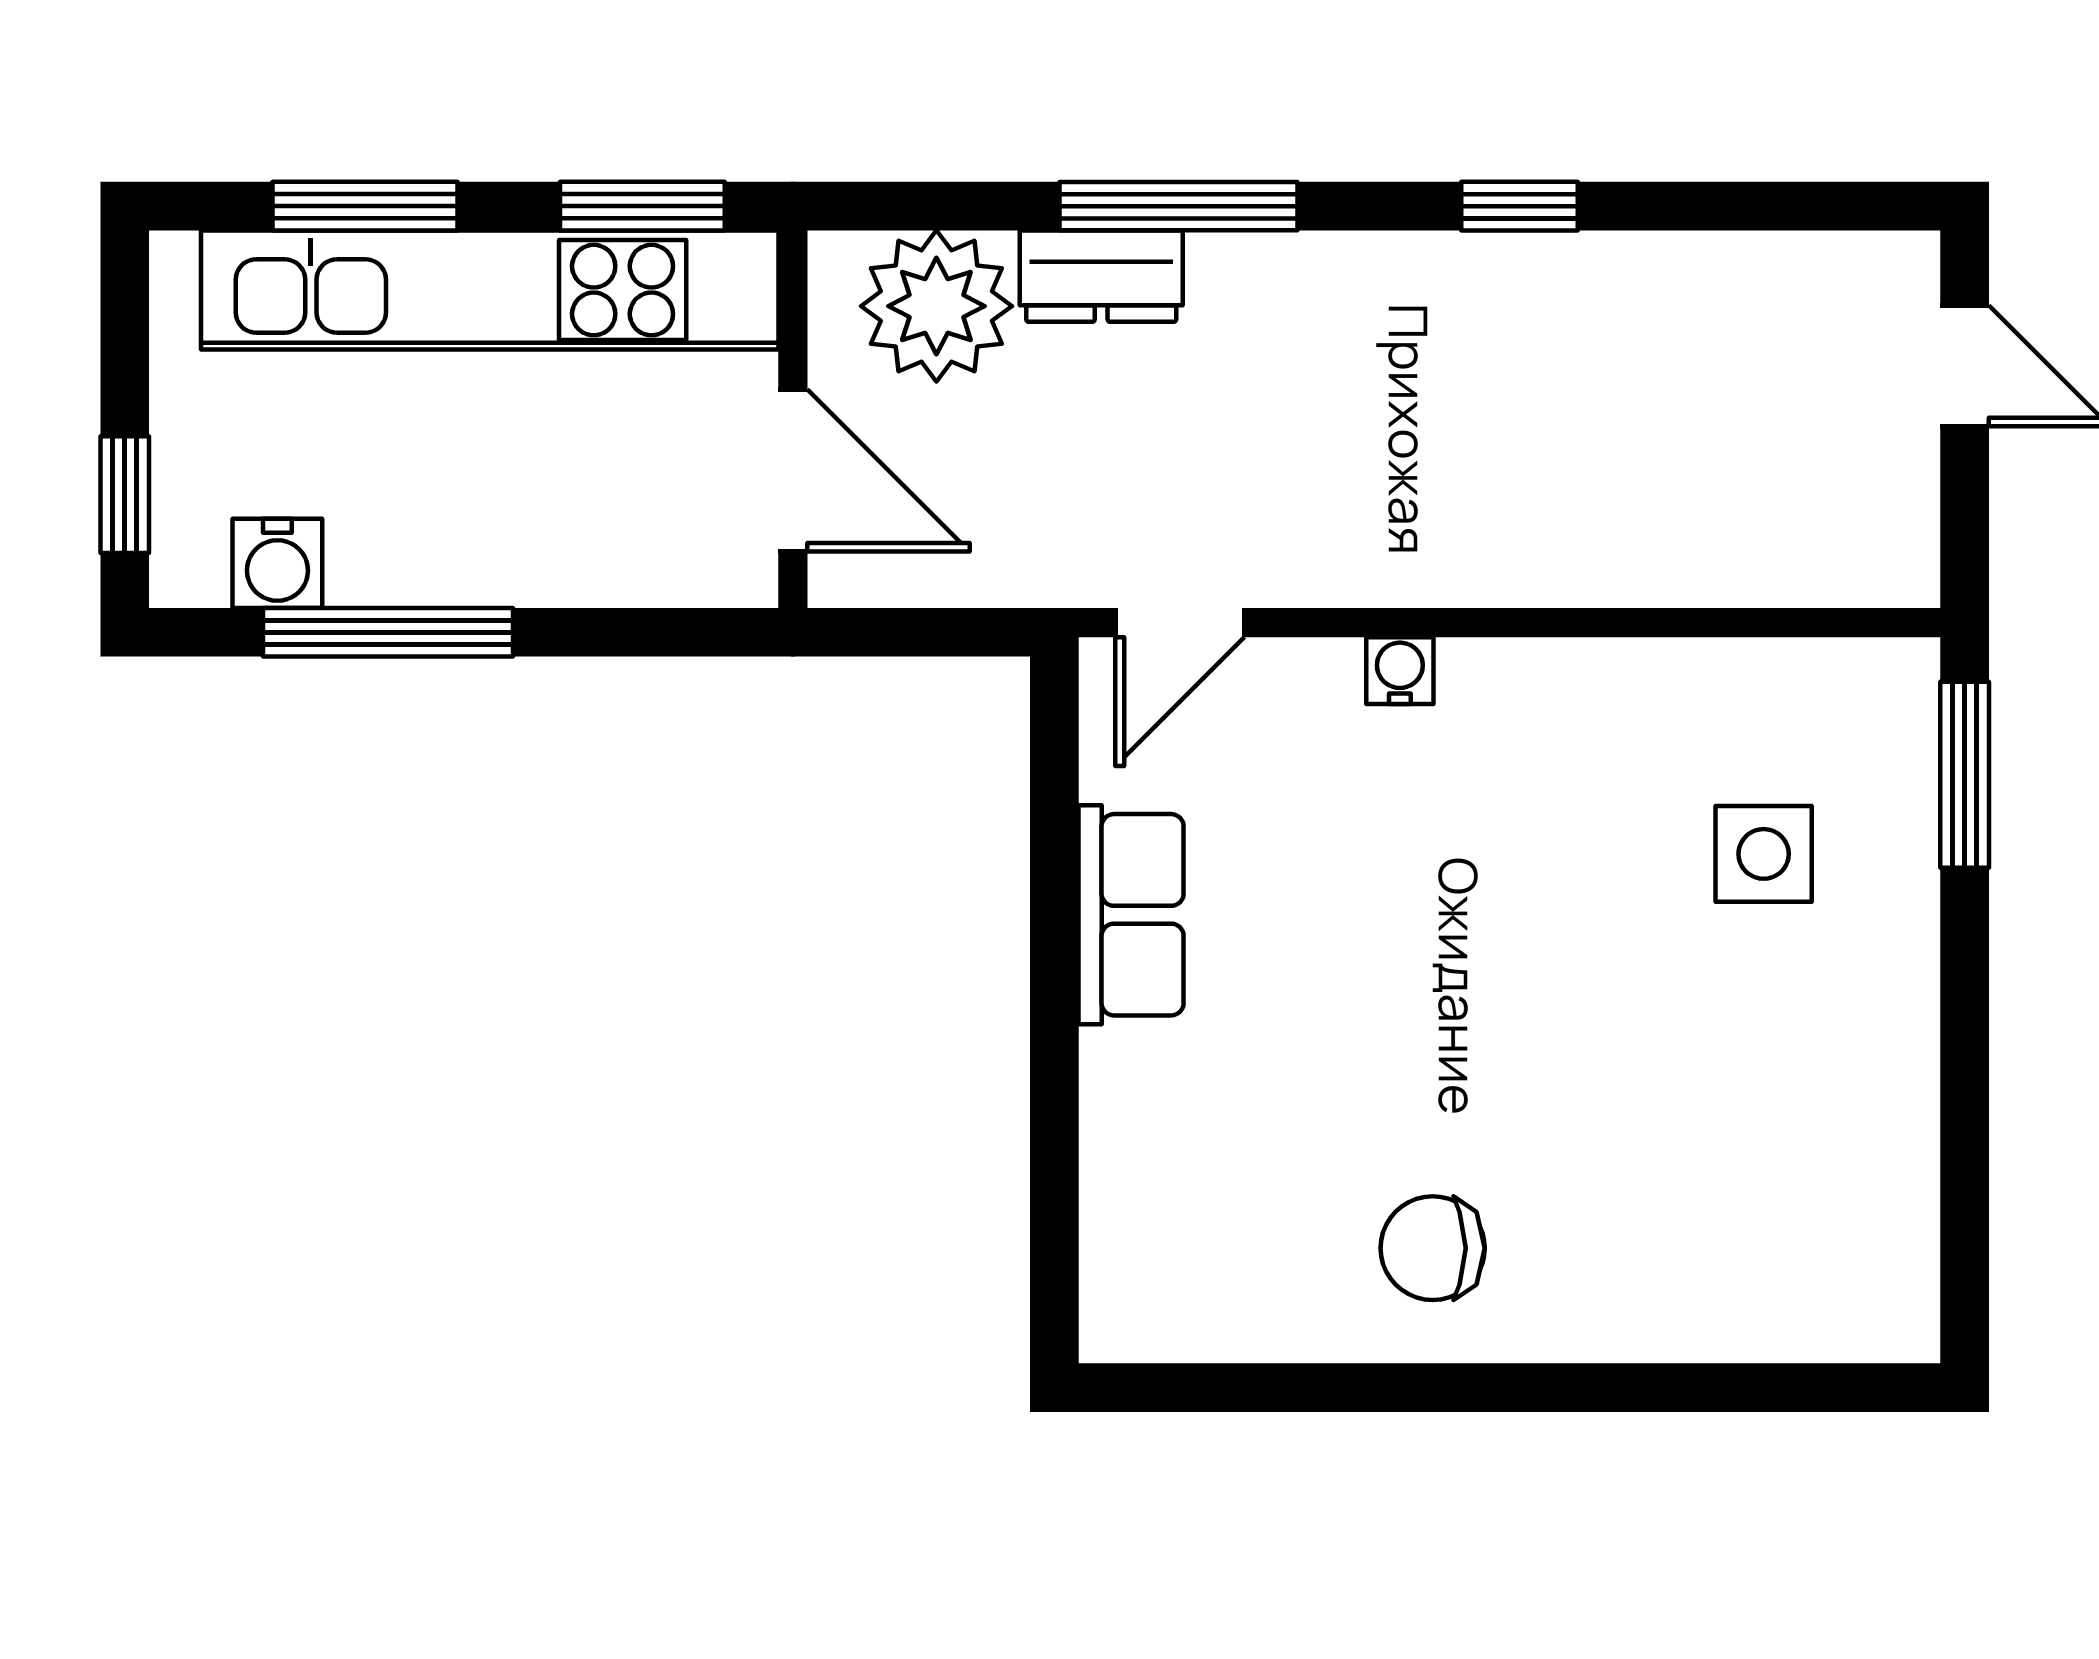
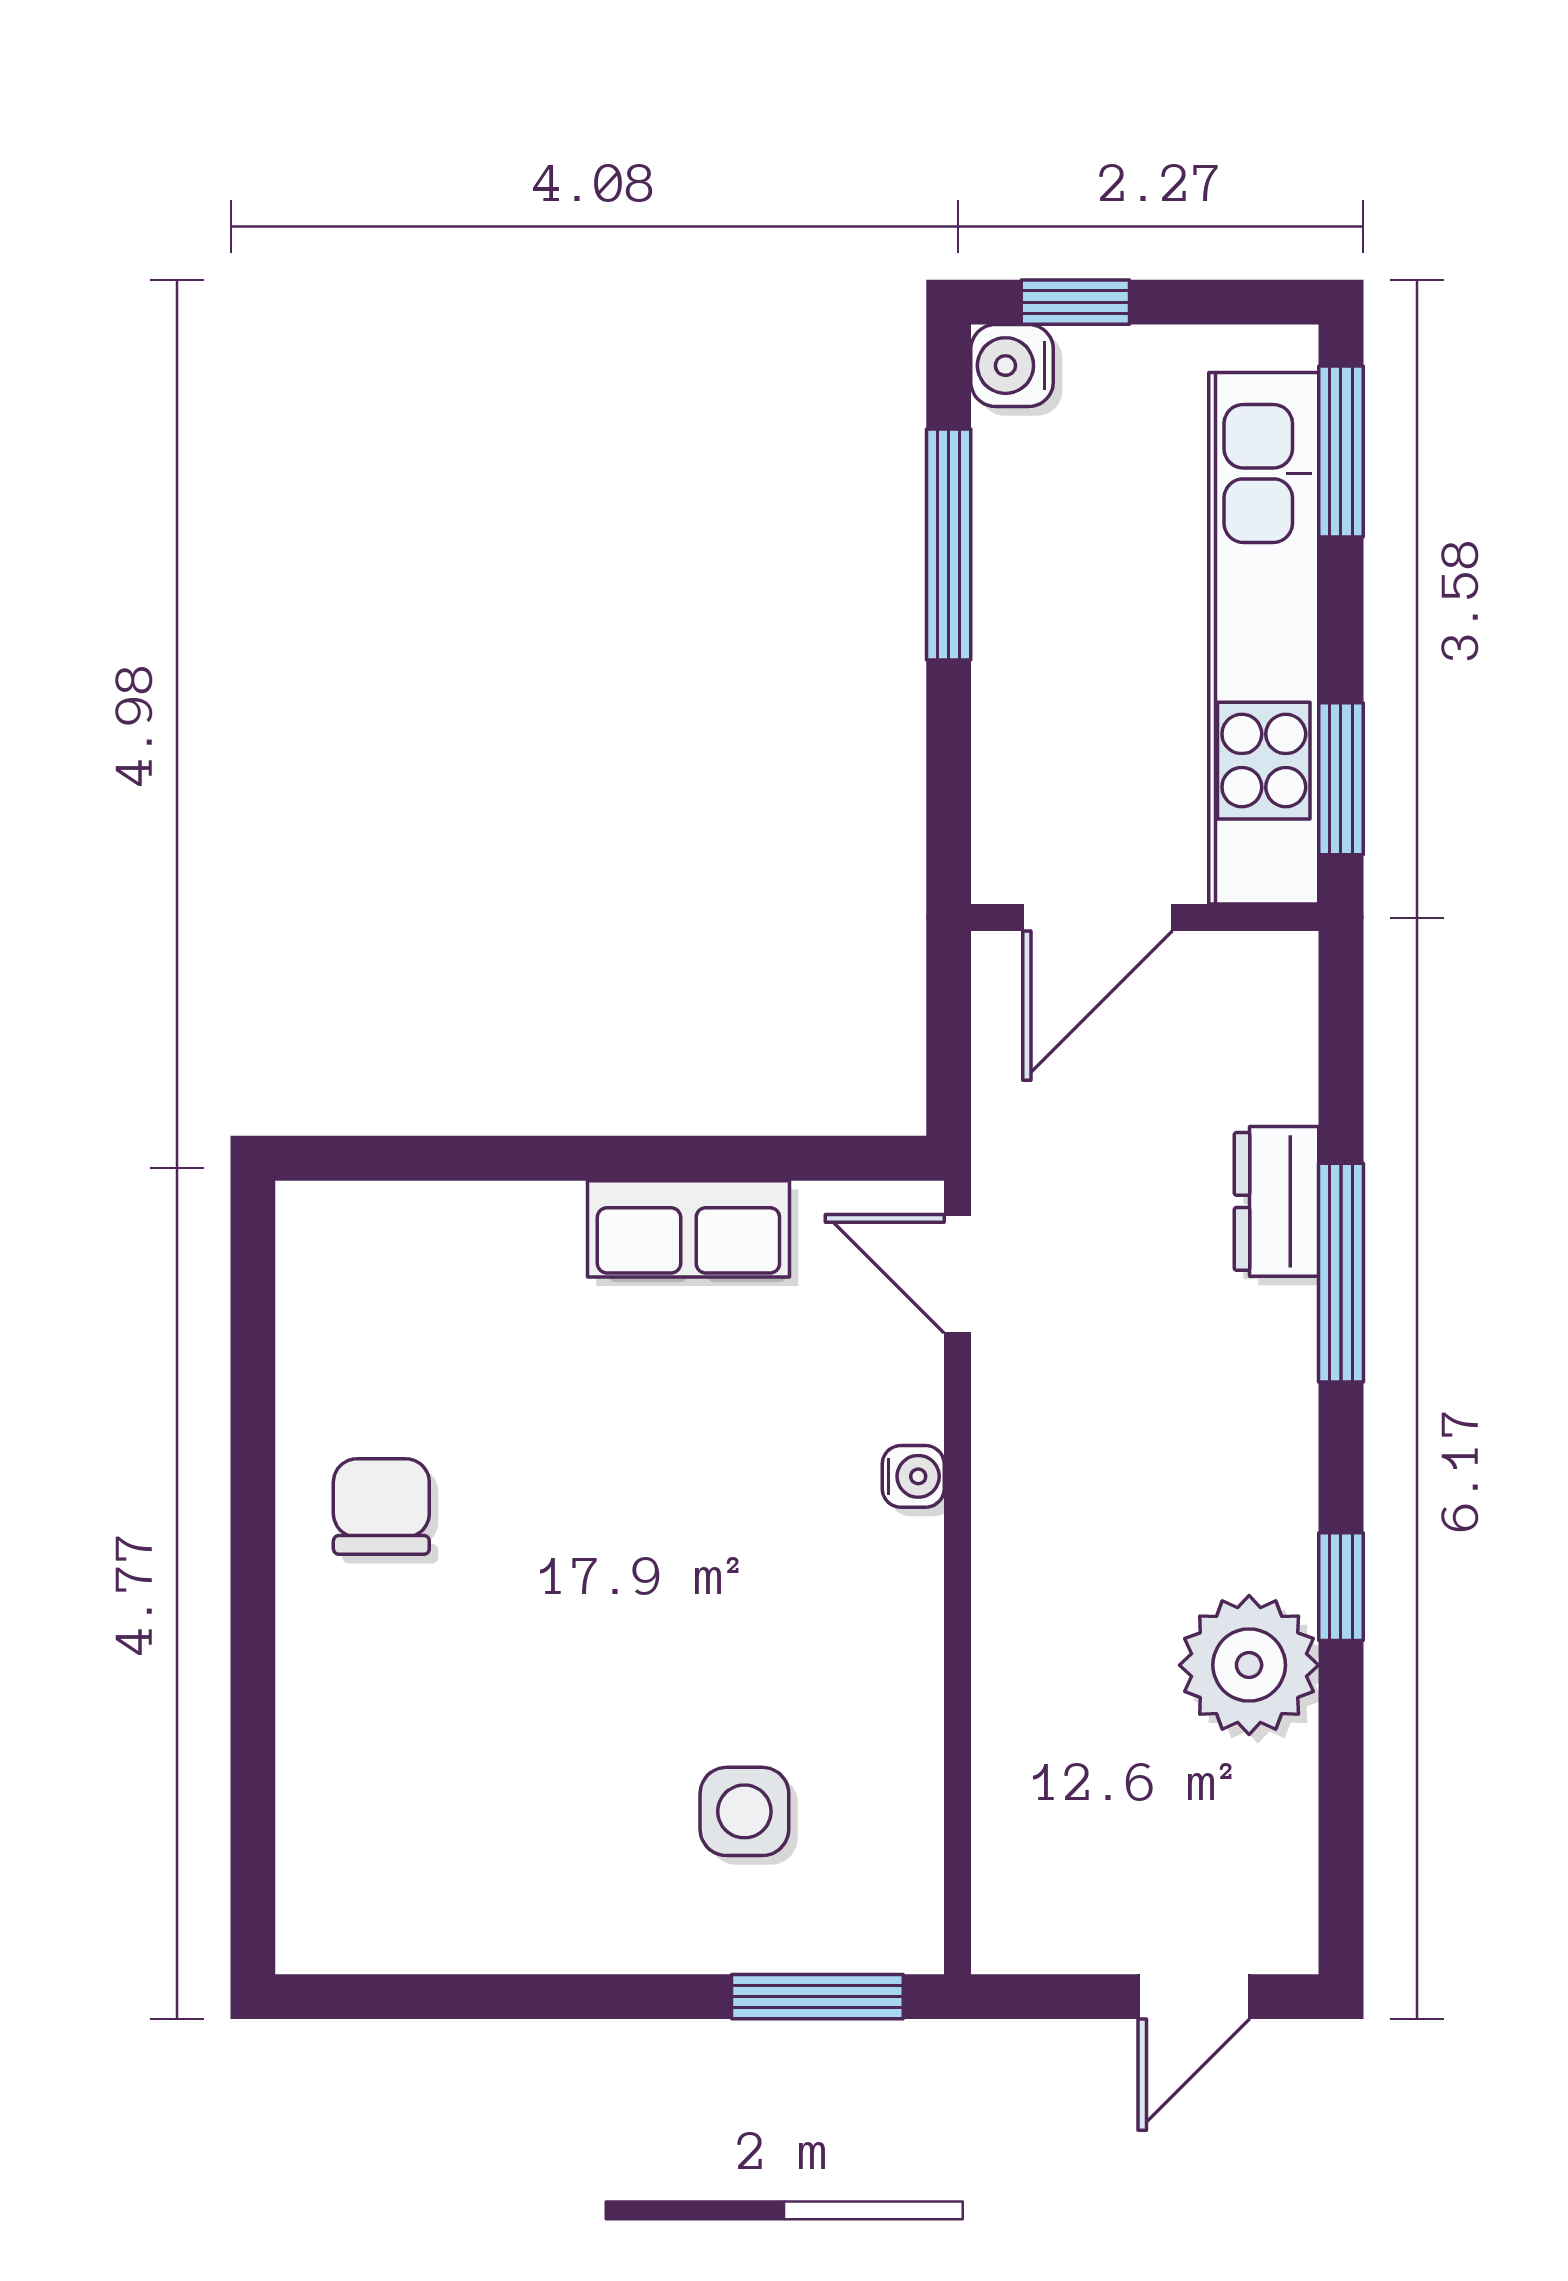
window: (365, 206) -> (1341, 452), moved
plant: (936, 306) -> (1249, 1665), moved
water cooler: (277, 563) -> (1012, 366), moved

